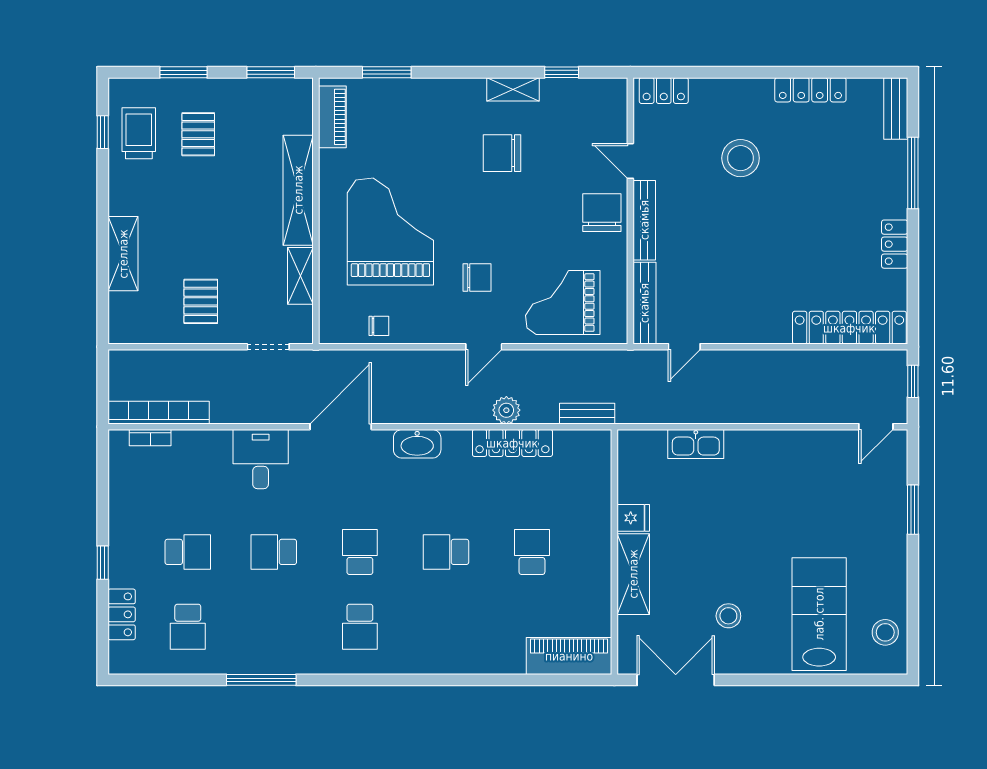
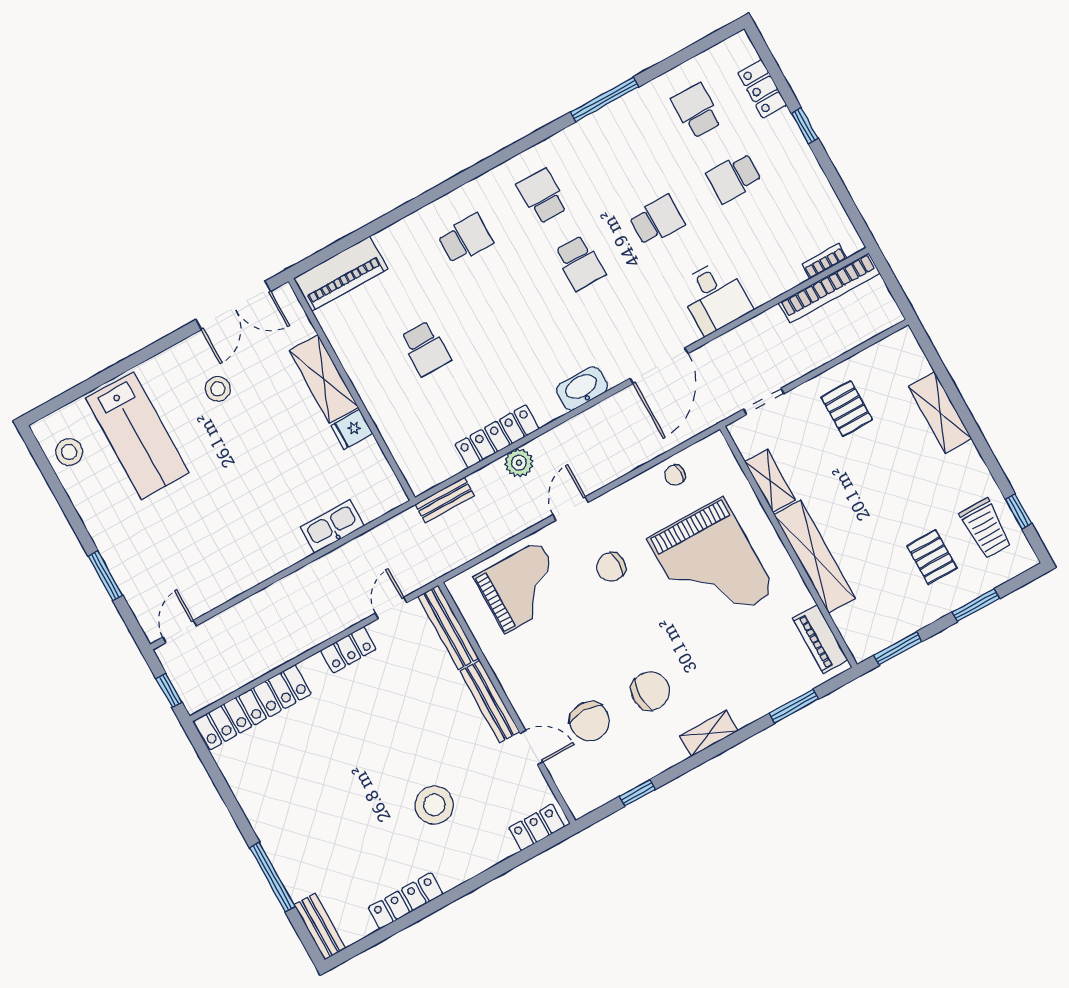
shelving: (513, 89) -> (709, 733), moved
chair: (602, 213) -> (590, 721), moved
locker: (895, 244) -> (348, 650), moved, turned 90
school desk: (446, 552) -> (465, 239), moved

